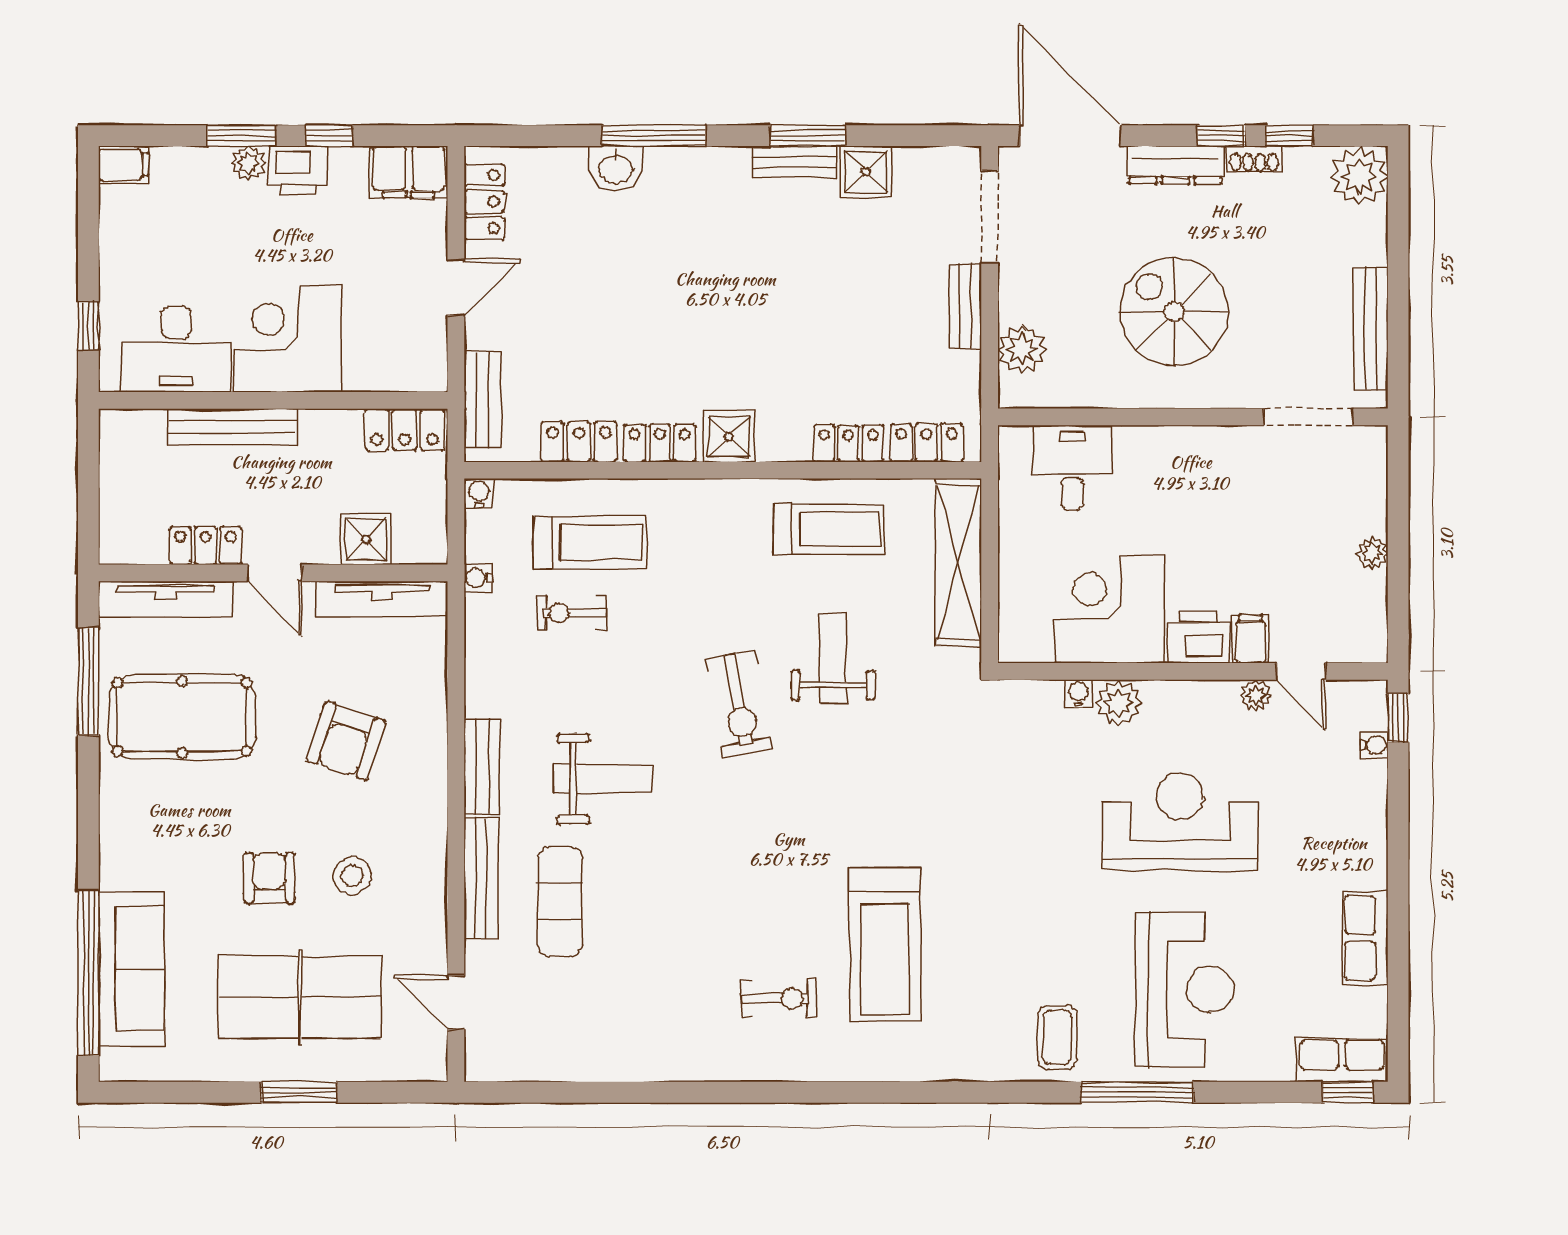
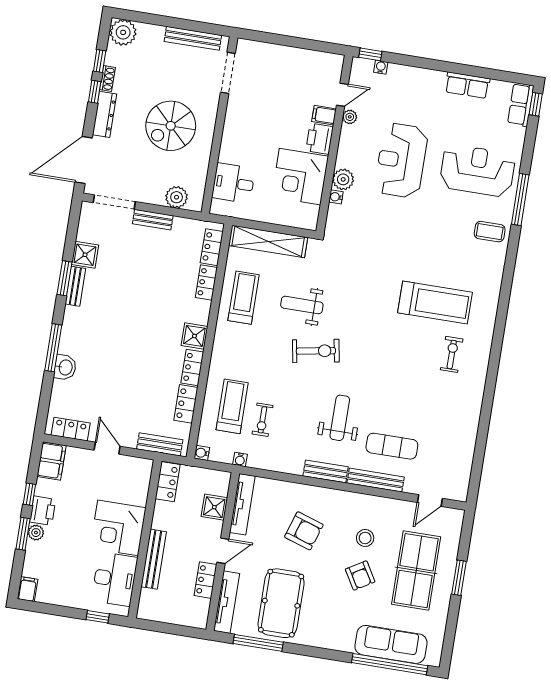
plant: (1372, 554) -> (294, 54), removed
armchair: (269, 878) -> (360, 576), turned -121

